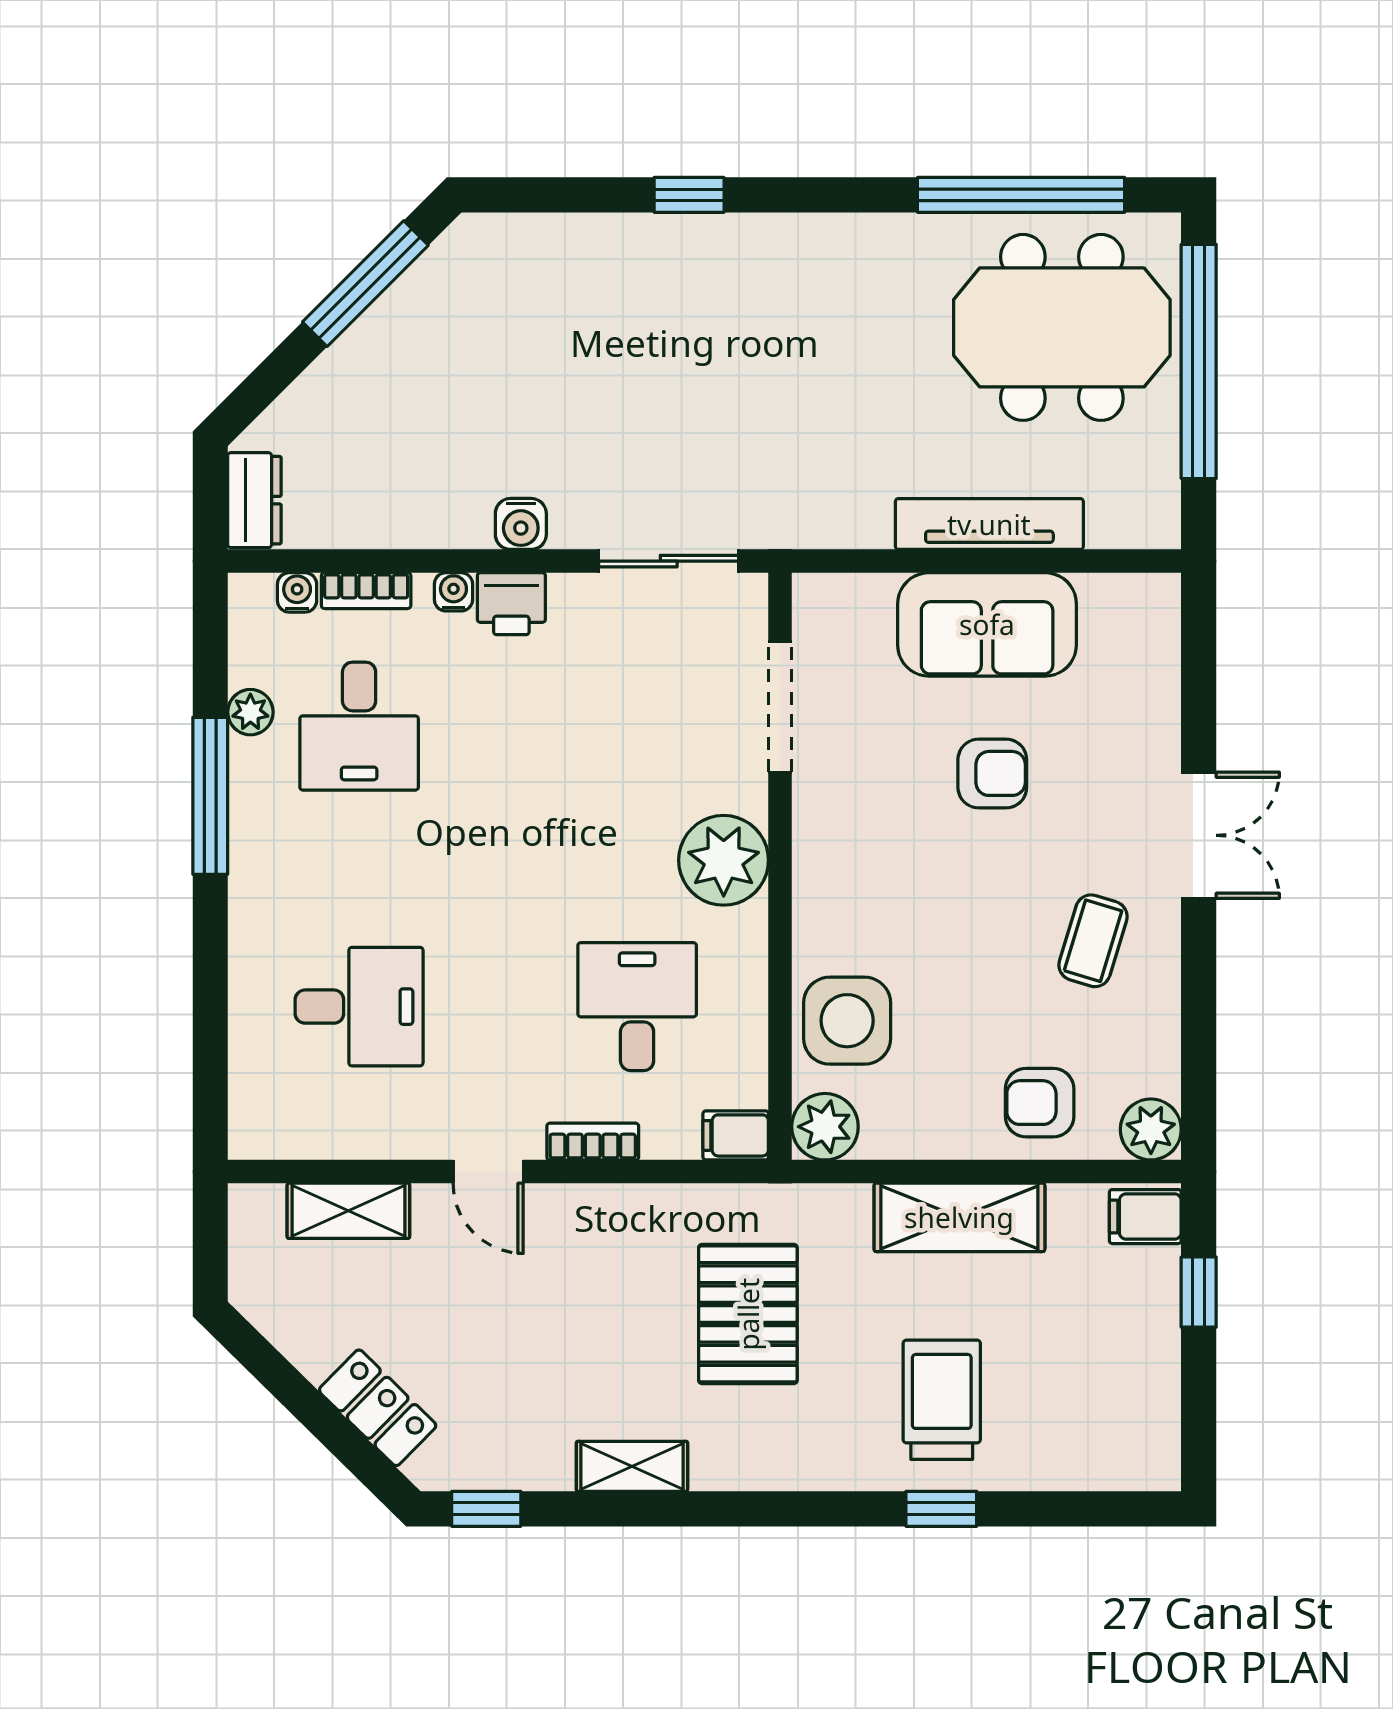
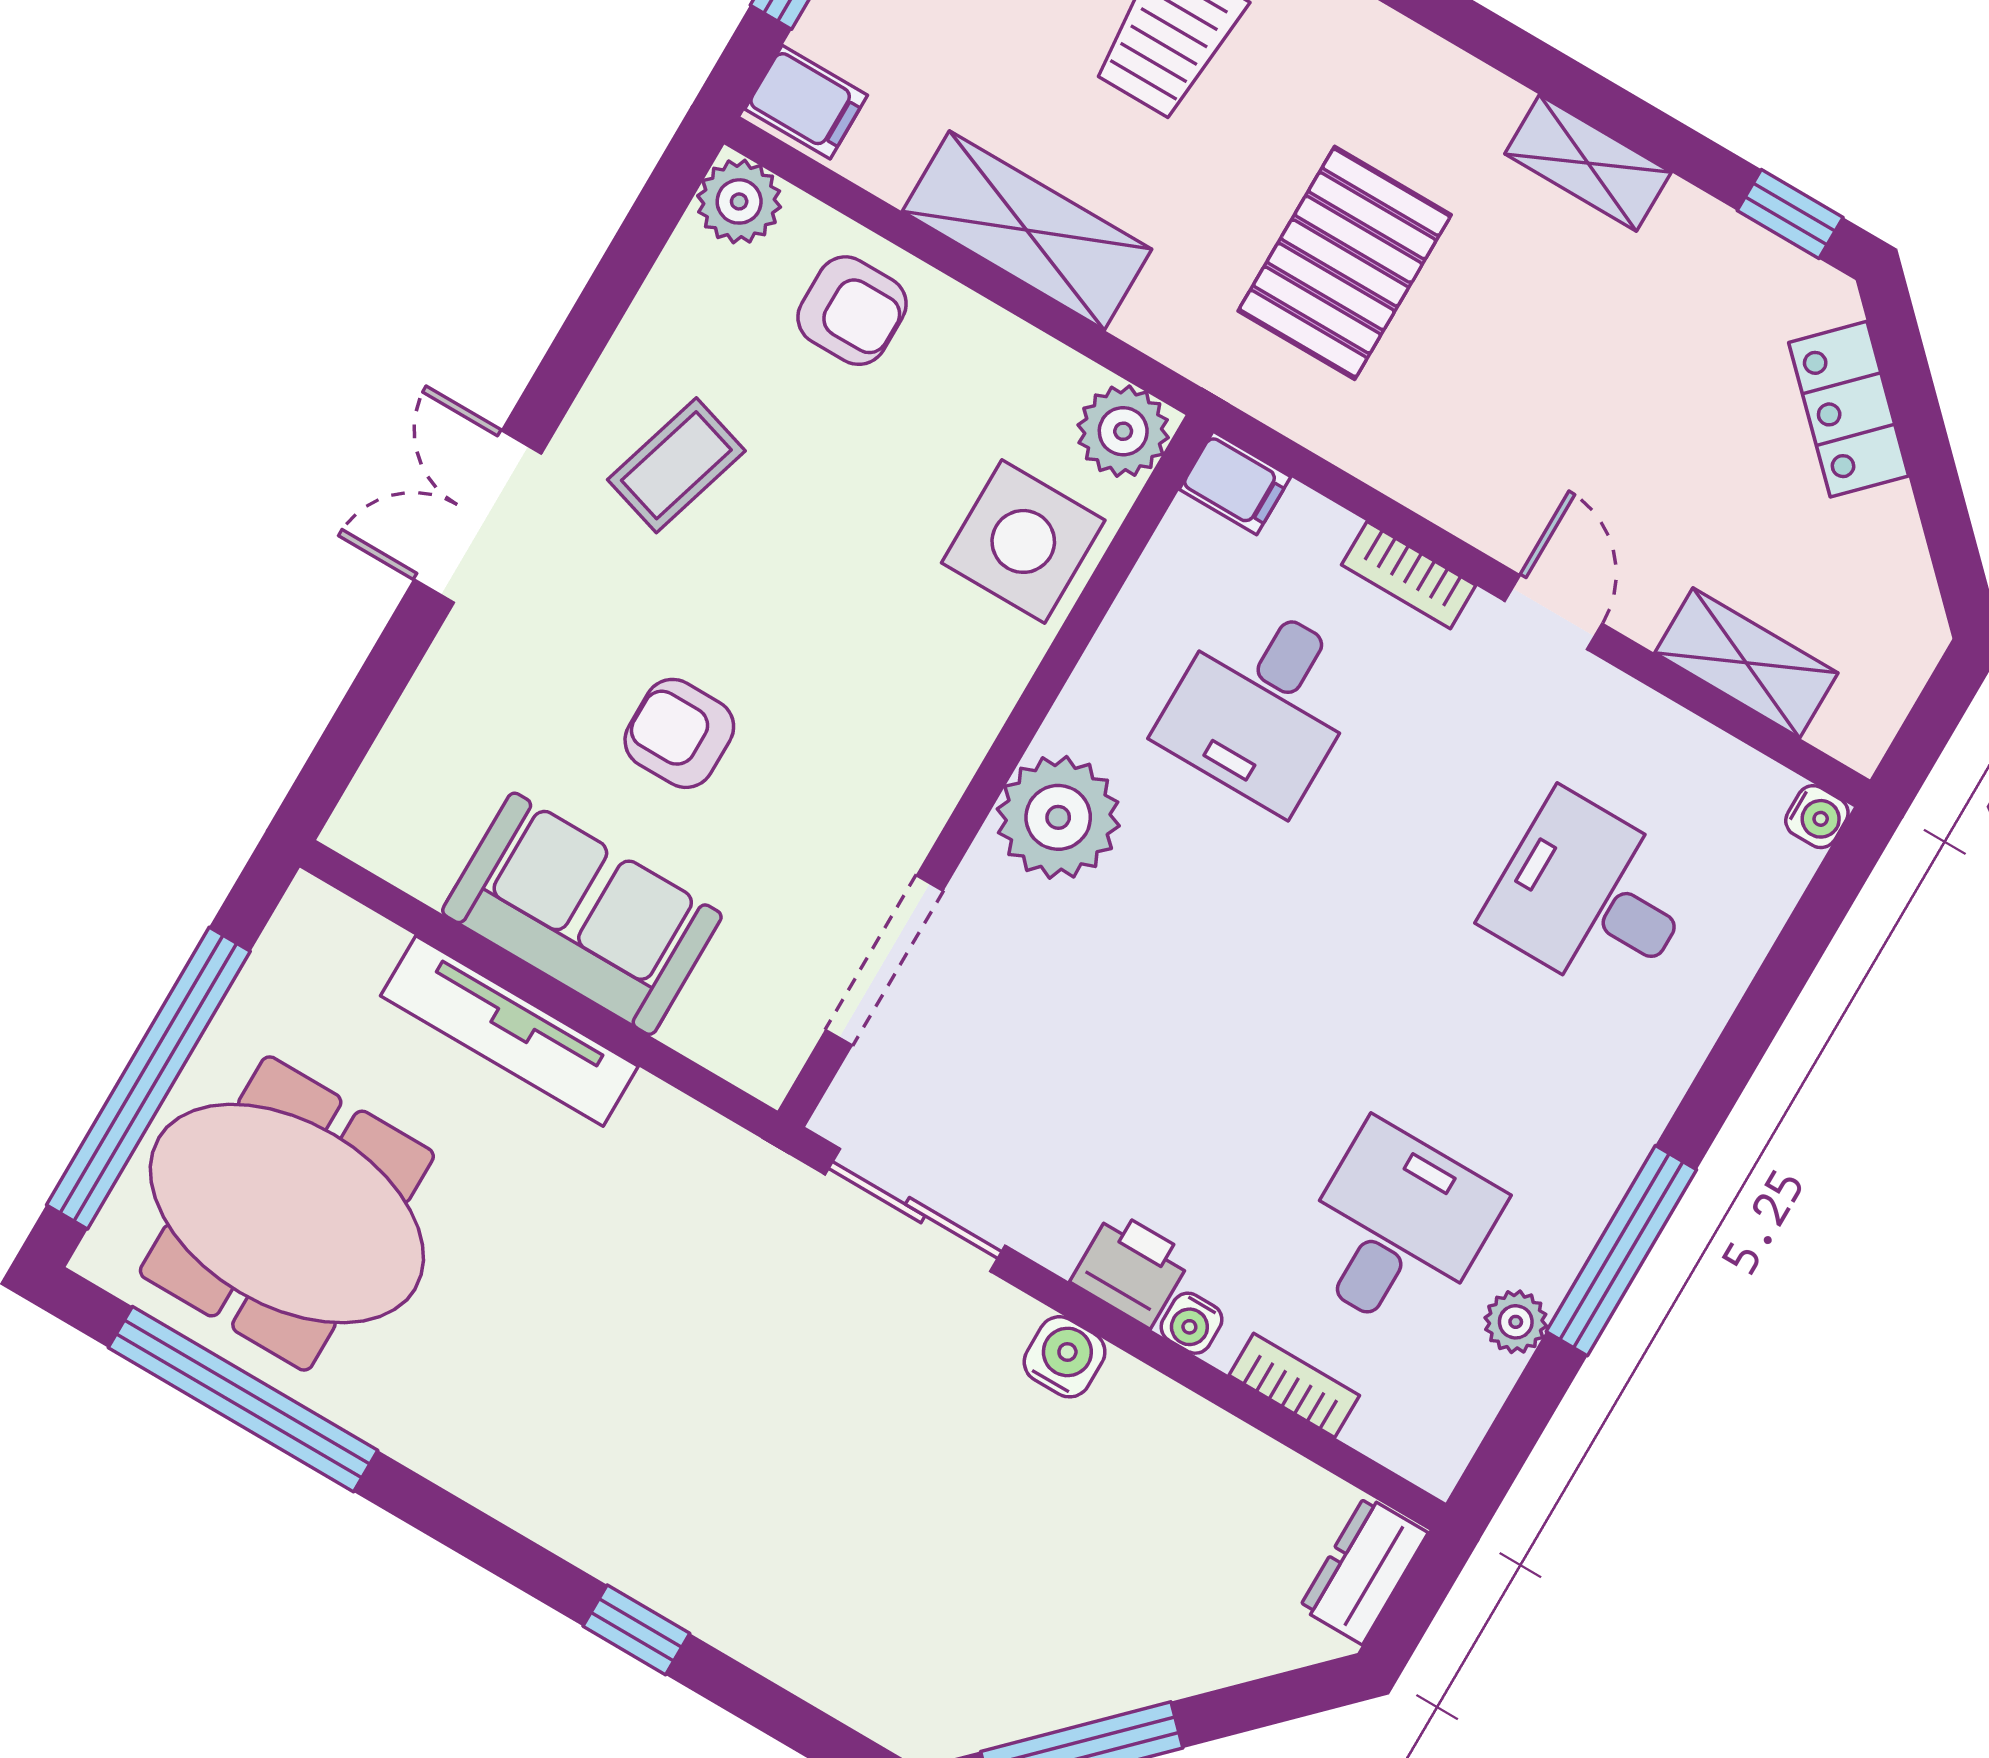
water cooler: (297, 592) -> (1817, 817), moved, turned -90

